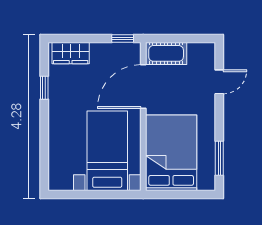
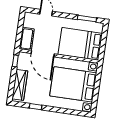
wardrobe: (71, 53) -> (20, 85), width x1.50
bed with nightstands: (107, 151) -> (73, 84), width x1.36

